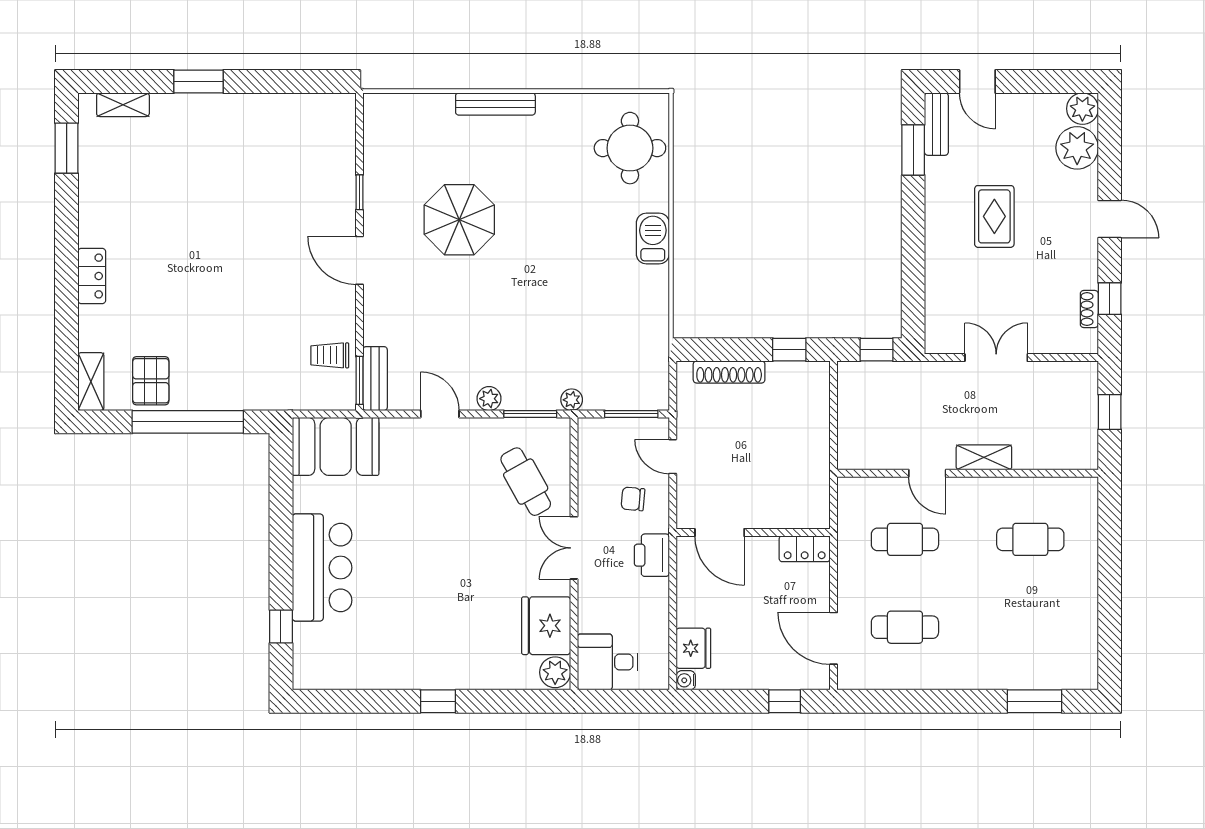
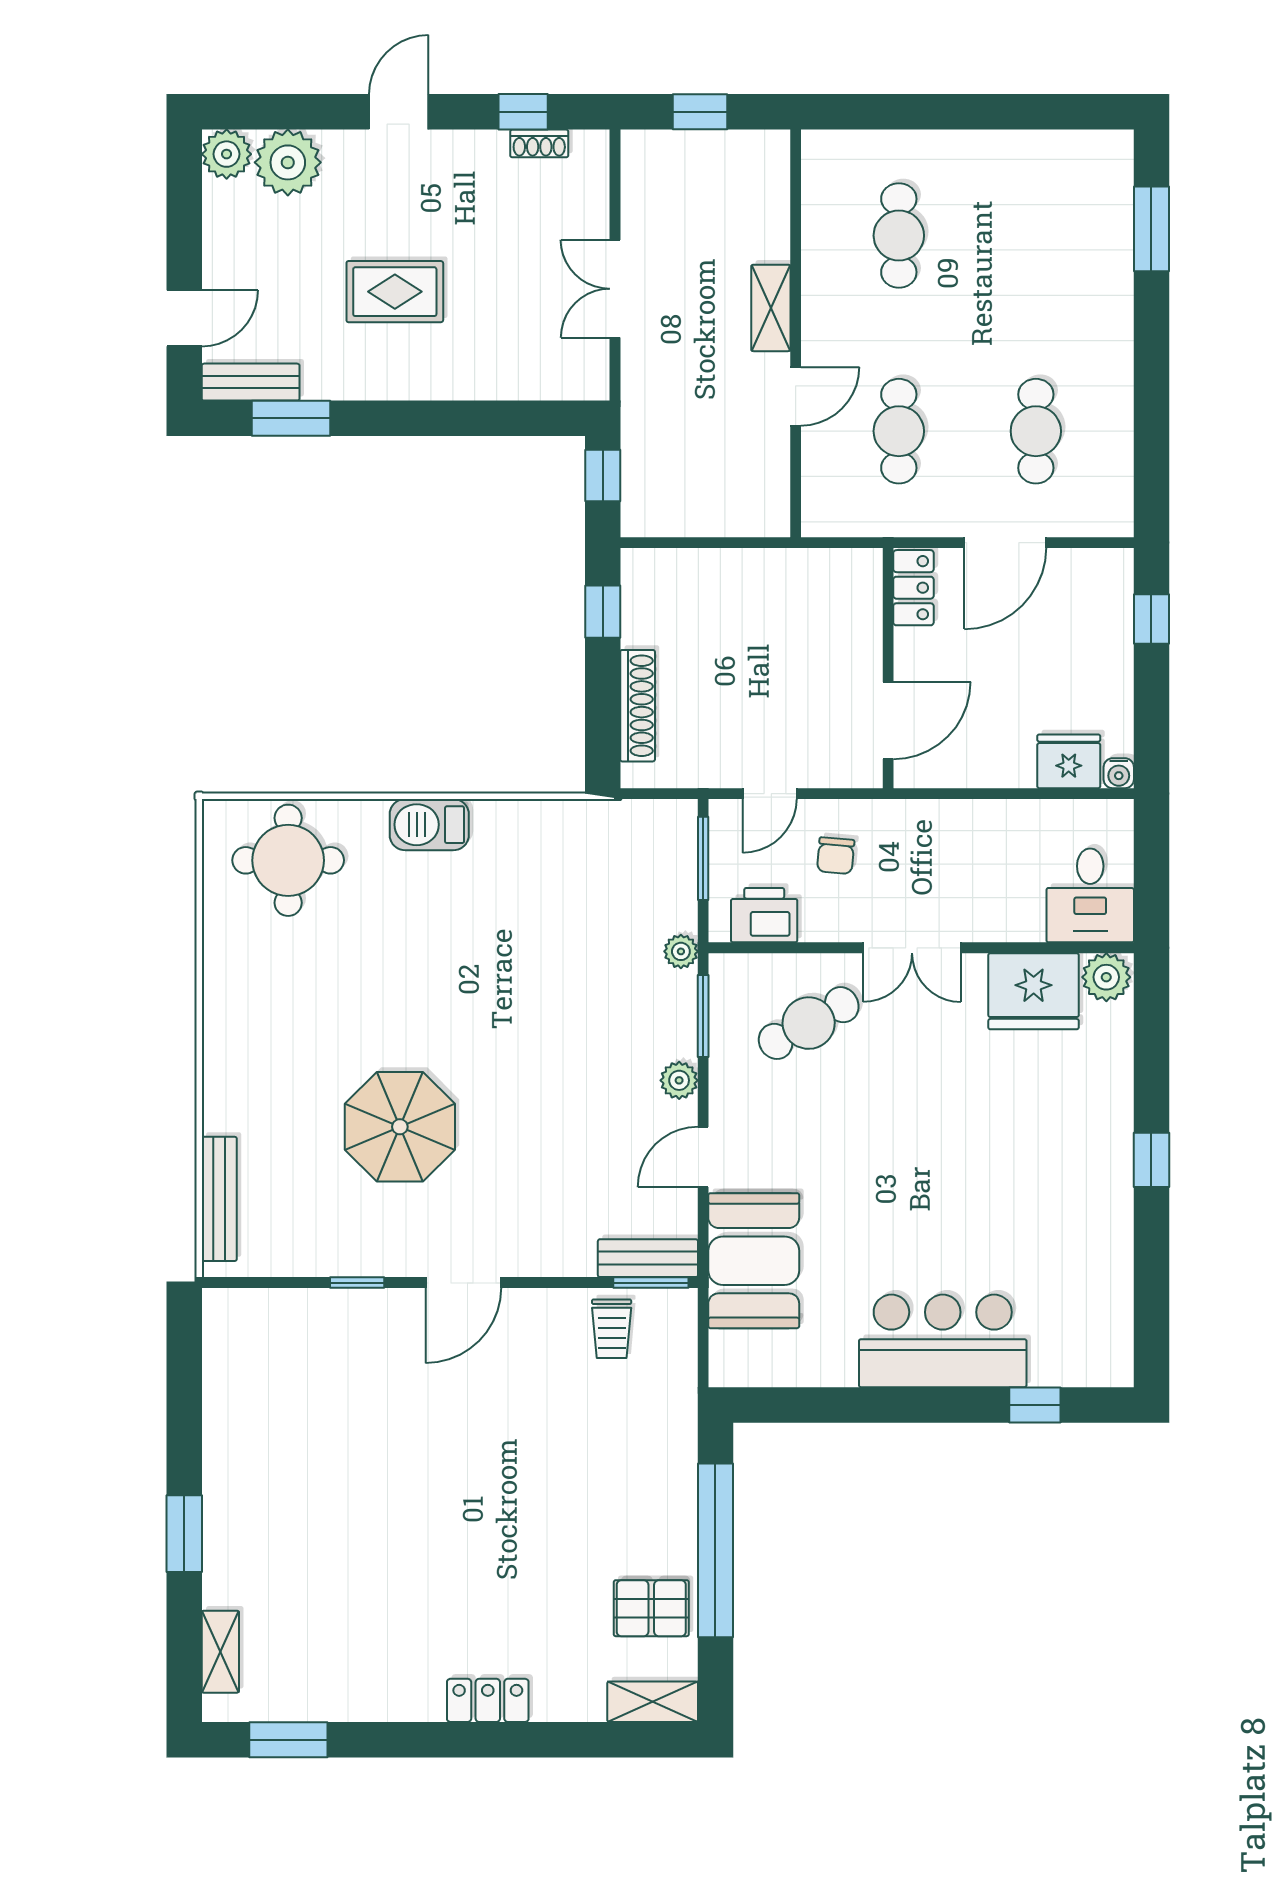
bench: (495, 104) -> (219, 1199), moved
booth: (336, 446) -> (754, 1261), moved
printer: (652, 555) -> (764, 915), moved, turned 180
door: (834, 638) -> (1005, 543), moved

